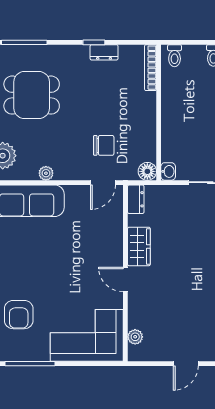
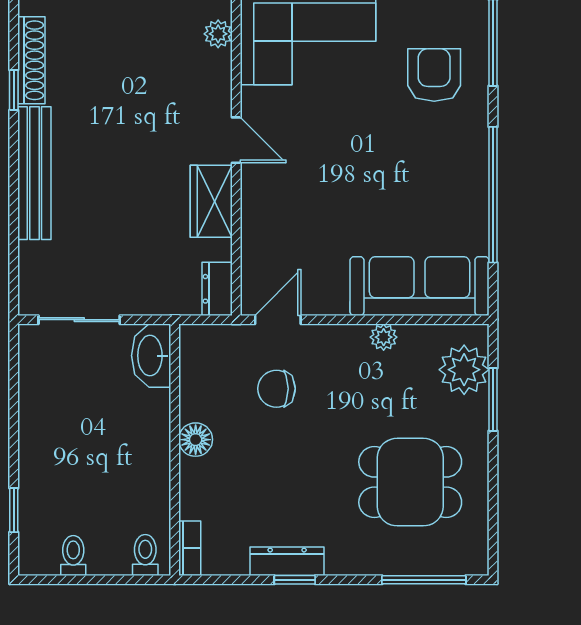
dresser: (104, 52) -> (287, 561), width x1.44
bookcase: (151, 68) -> (190, 548), width x0.64
floor lamp: (147, 171) -> (196, 440), moved
washbasin: (168, 171) -> (151, 356), width x1.91, depth x1.45

